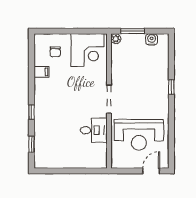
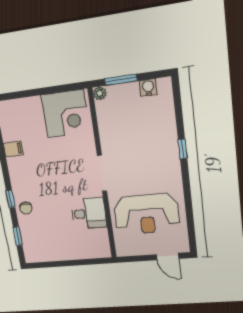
chair: (55, 52) -> (26, 208), moved
door: (151, 171) -> (168, 256), swing flipped

